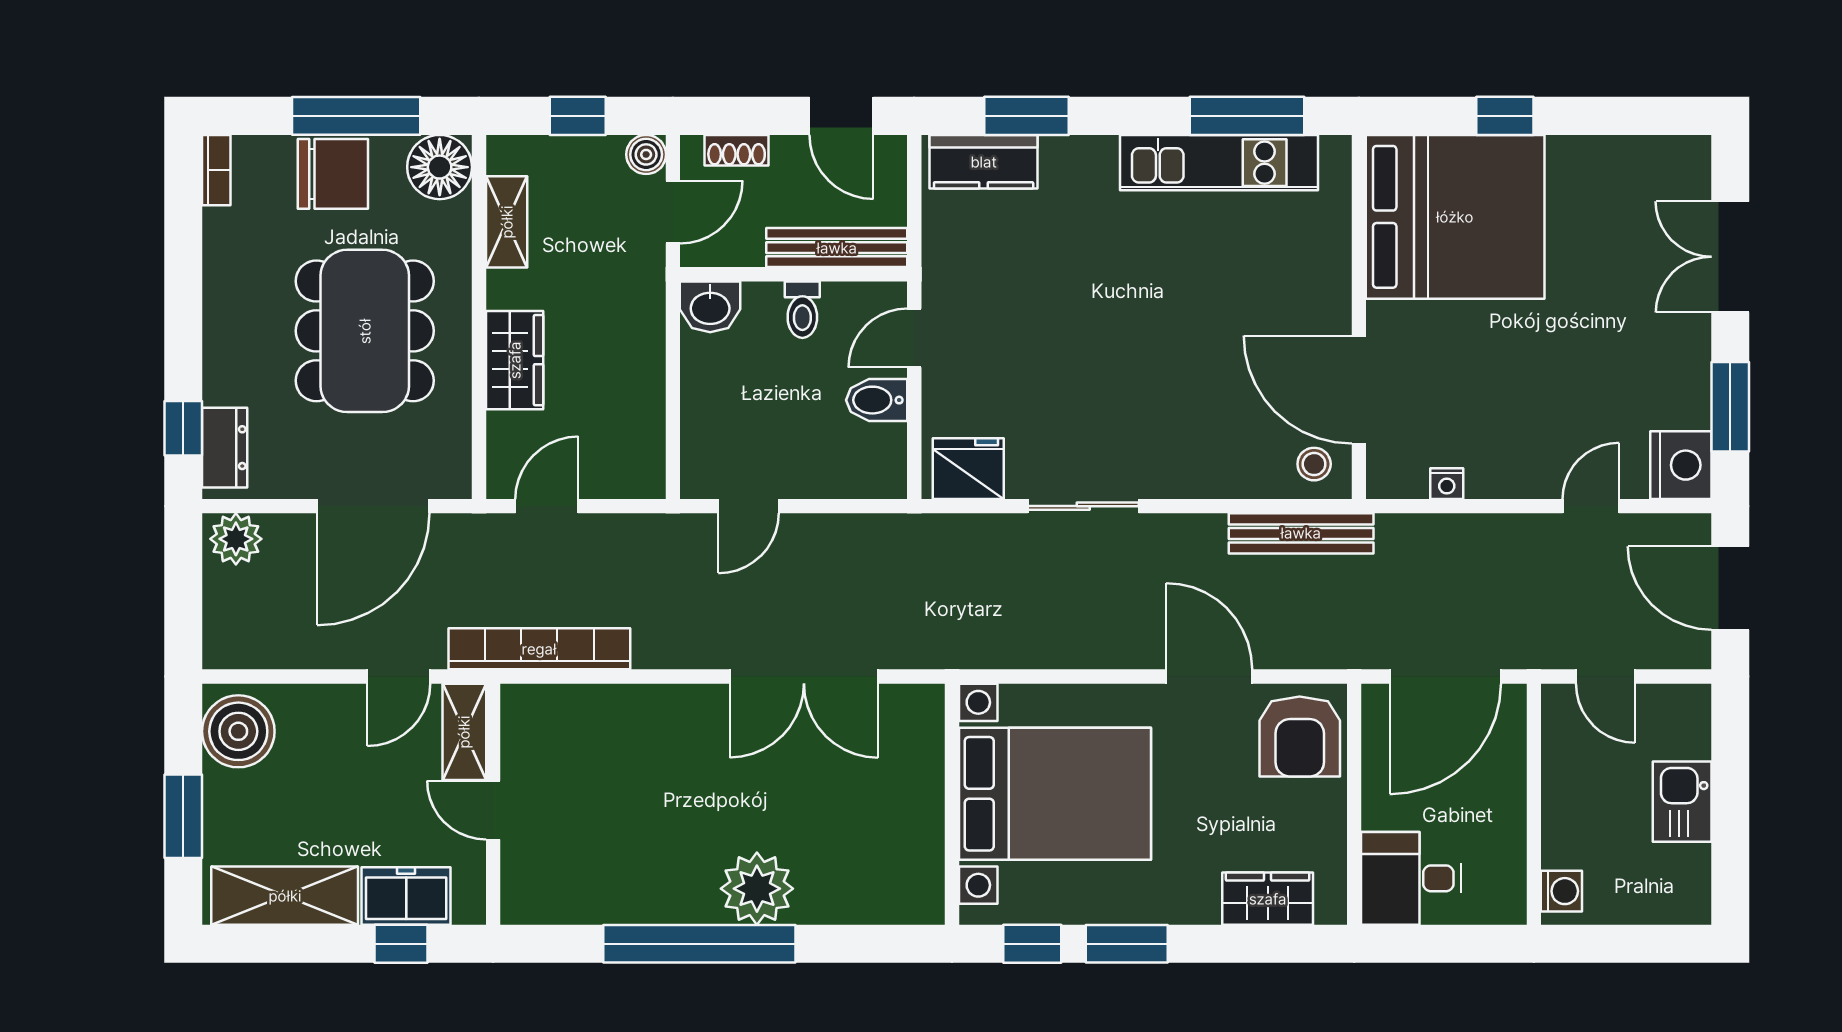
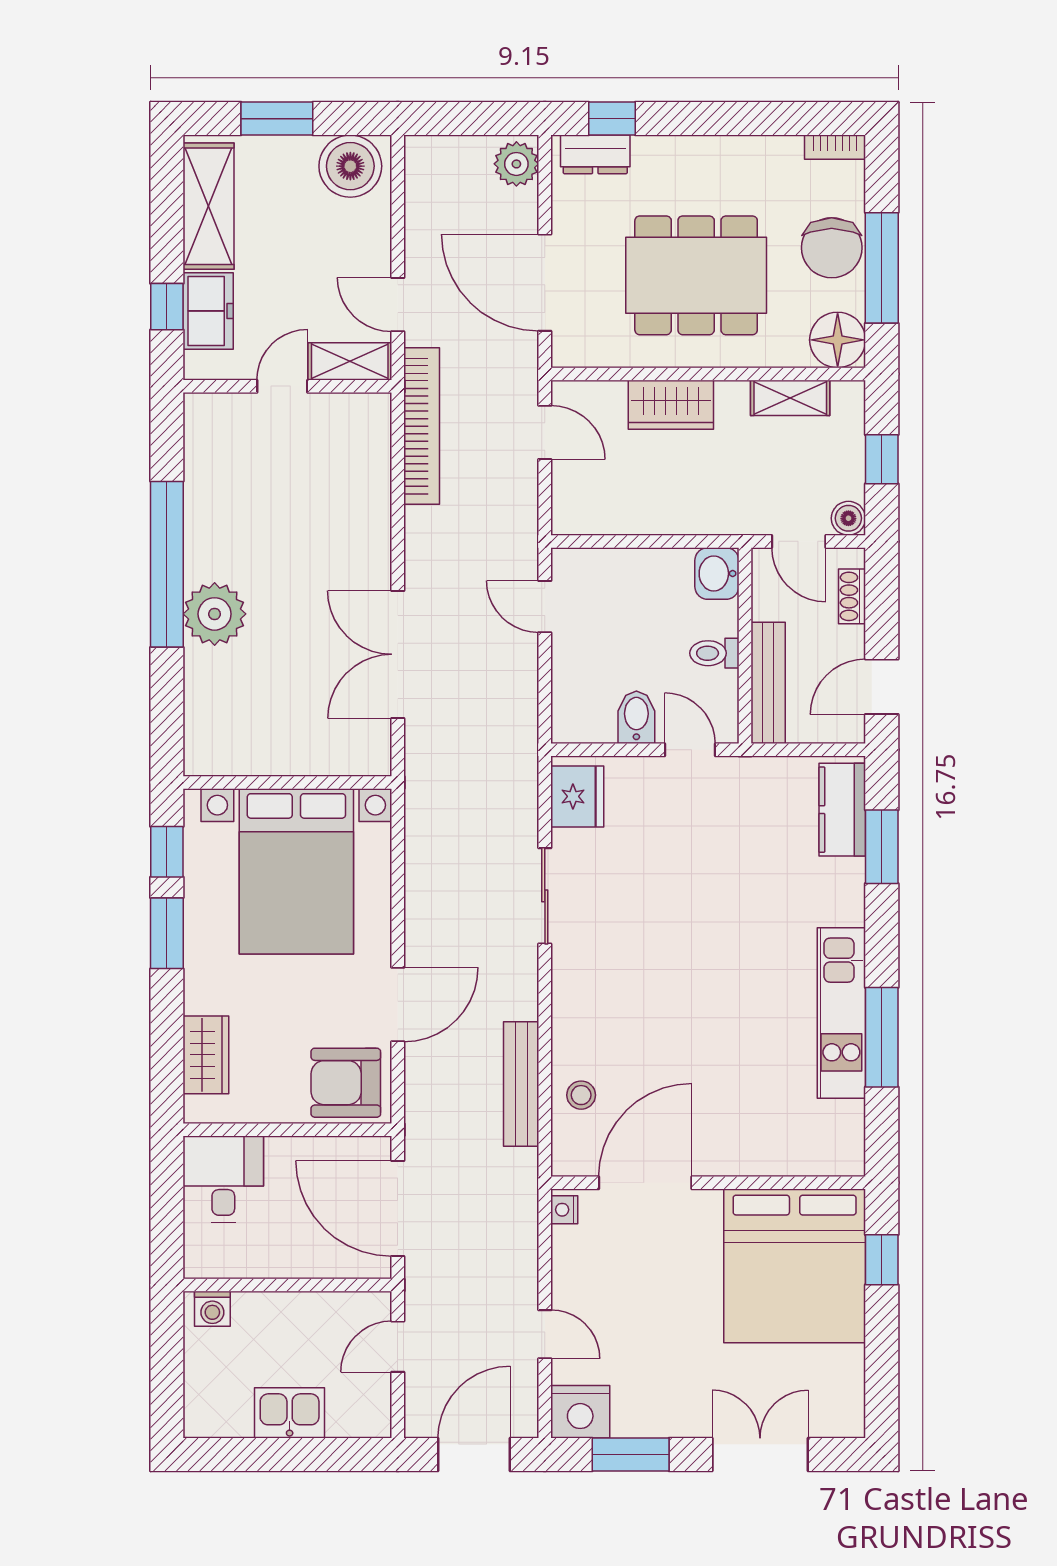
bed: (1455, 217) -> (795, 1266), moved
wall: (1359, 317) -> (708, 1183), moved
door: (1359, 390) -> (645, 1183), moved

